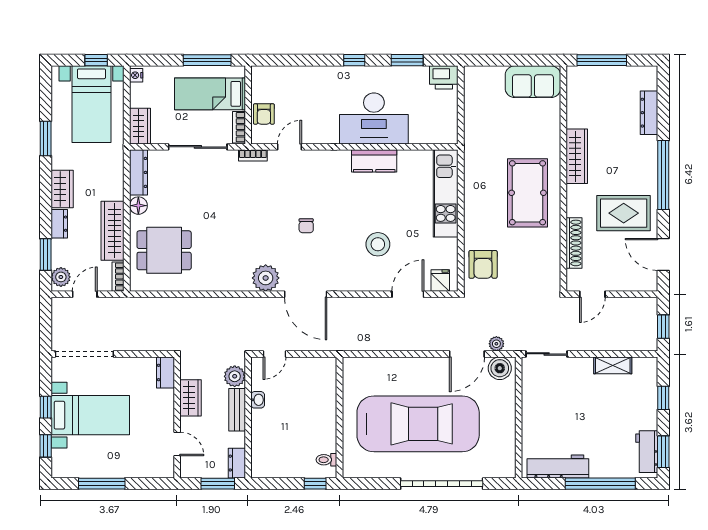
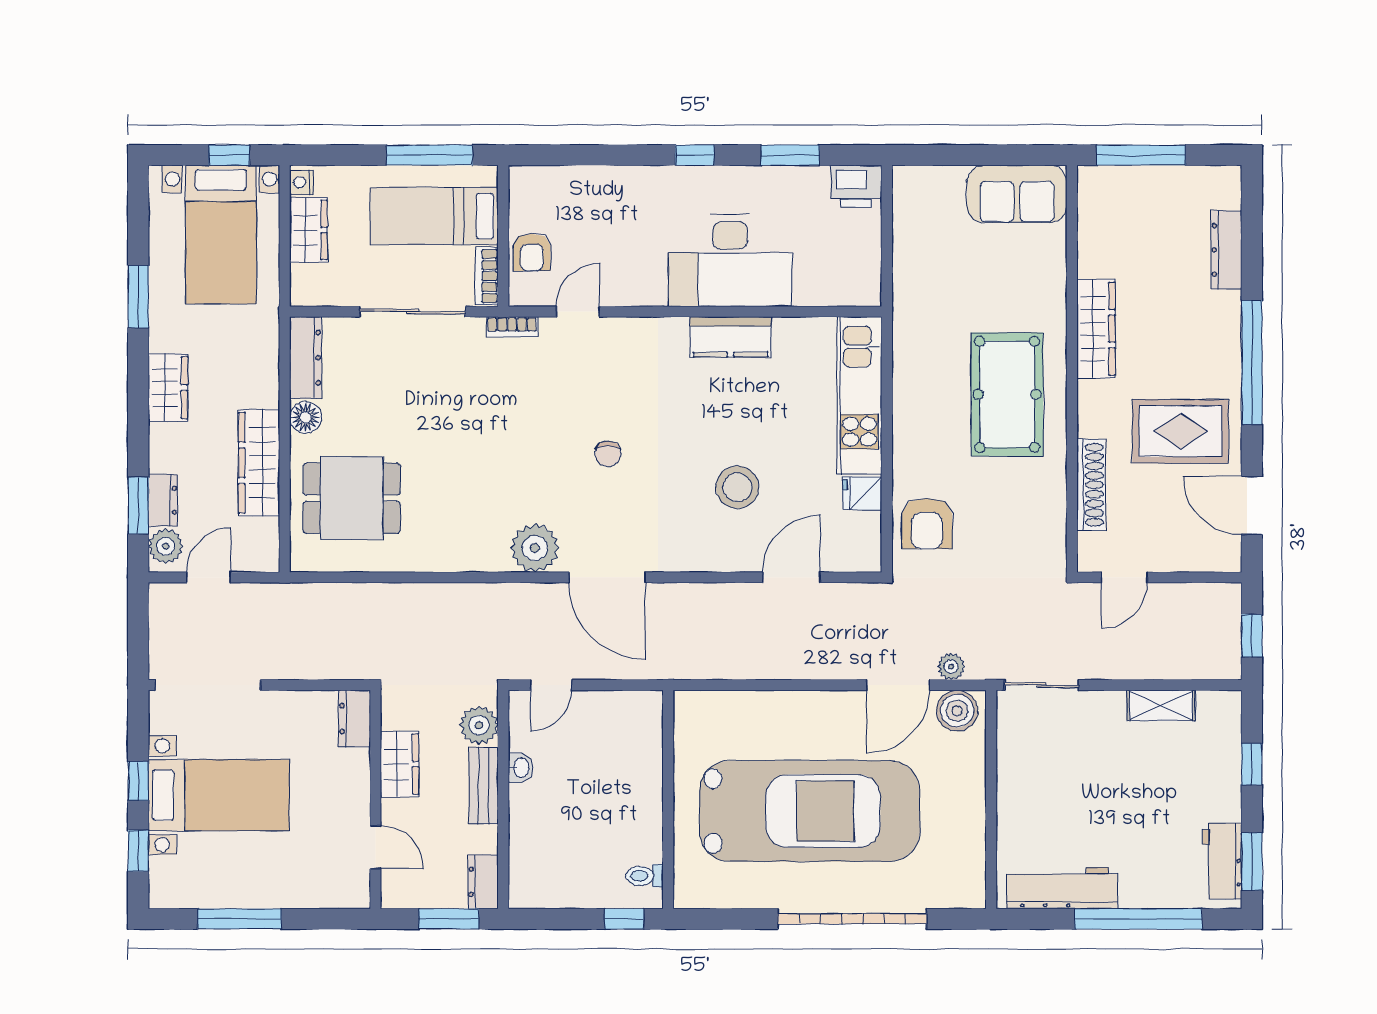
wardrobe: (140, 126) -> (308, 230), moved
dresser: (59, 224) -> (163, 500), moved
bookcase: (118, 277) -> (269, 546), removed
fridge: (440, 281) -> (862, 493), moved, turned -90

